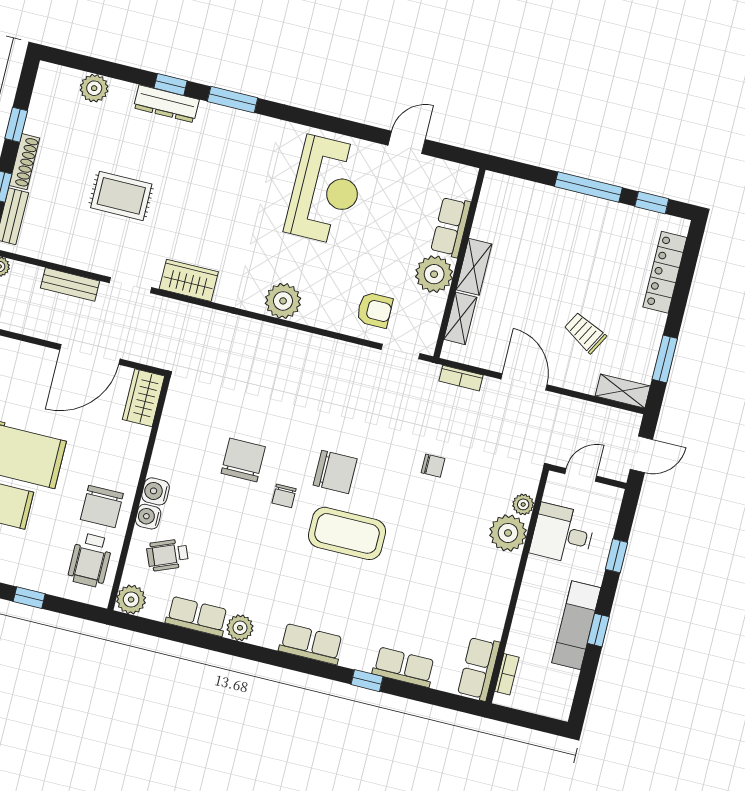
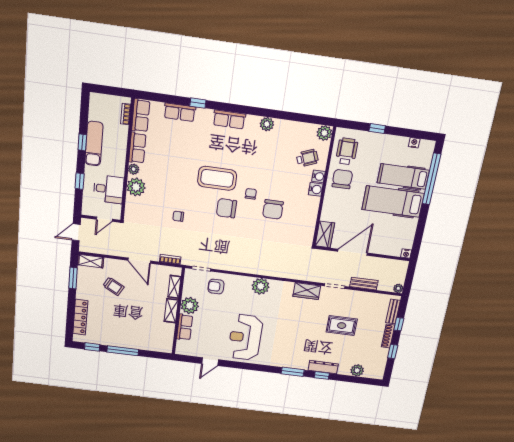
plant: (523, 504) -> (134, 169), moved
row of seats: (197, 616) -> (137, 148), moved, turned -90

